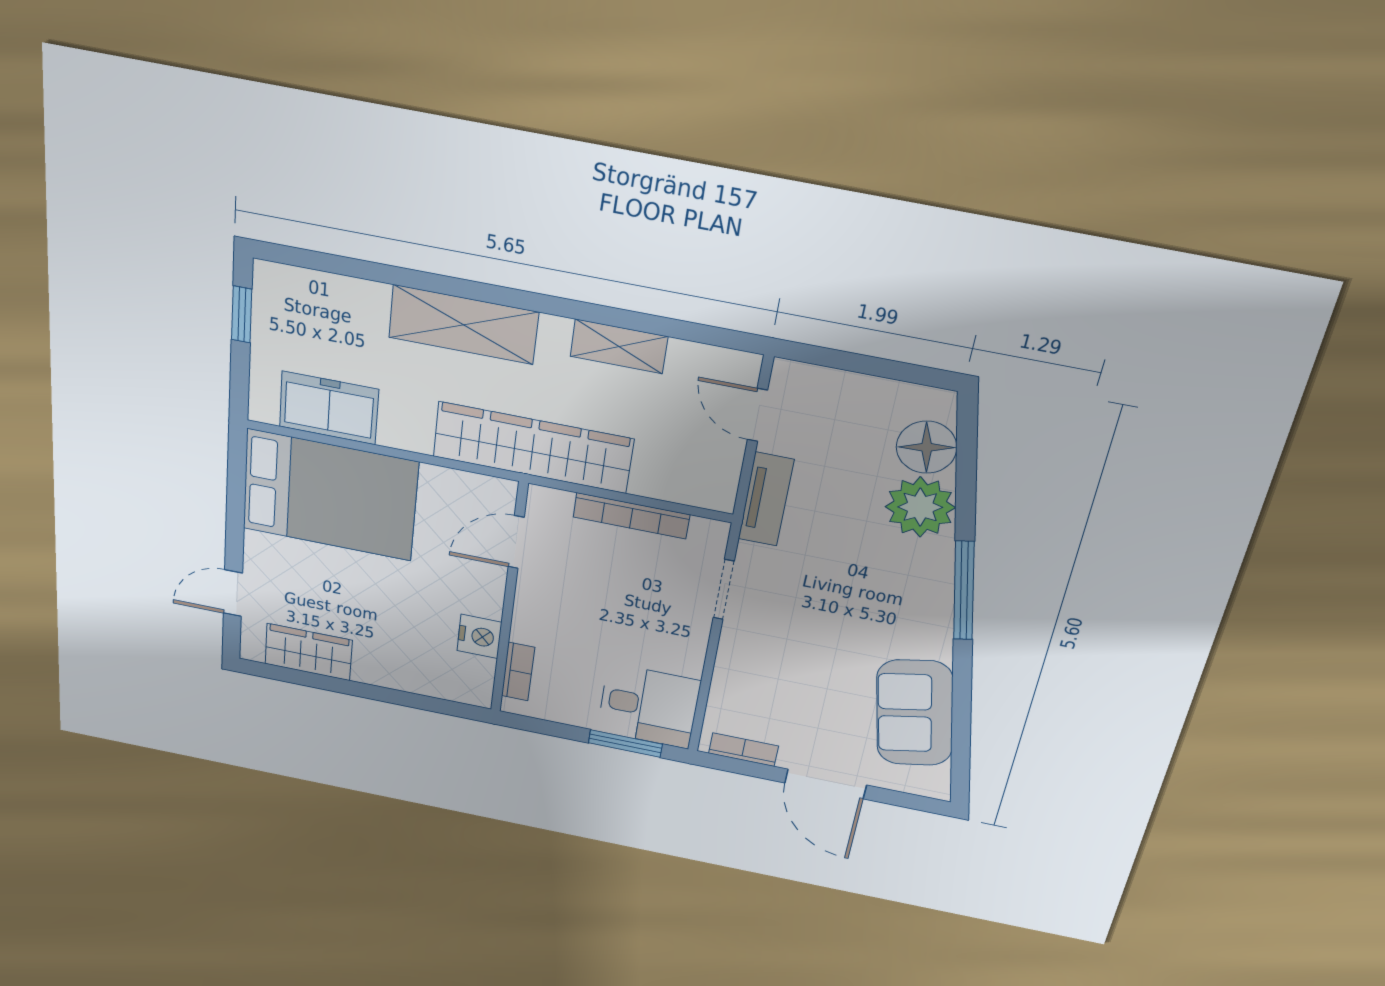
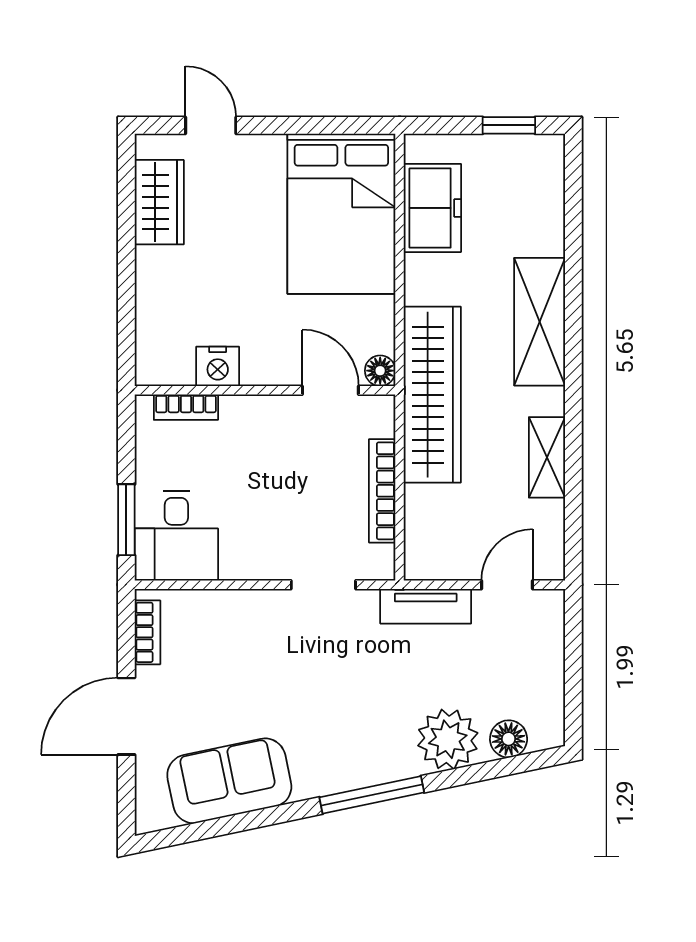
floor lamp: (927, 447) -> (509, 739), width x0.73, depth x0.73
floor lamp: (501, 492) -> (380, 371), added

